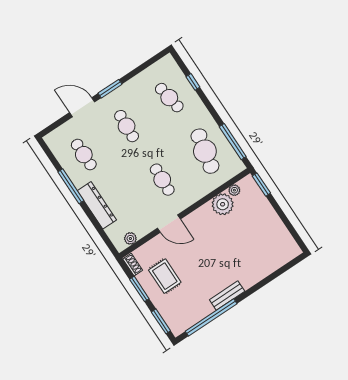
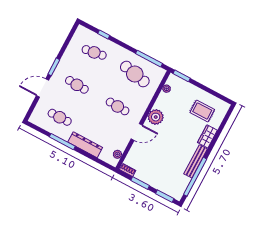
plant: (223, 204) -> (156, 117), moved
rug: (165, 276) -> (202, 111), moved
wardrobe: (253, 276) -> (207, 136), added
bench: (227, 296) -> (196, 161), width x1.36

